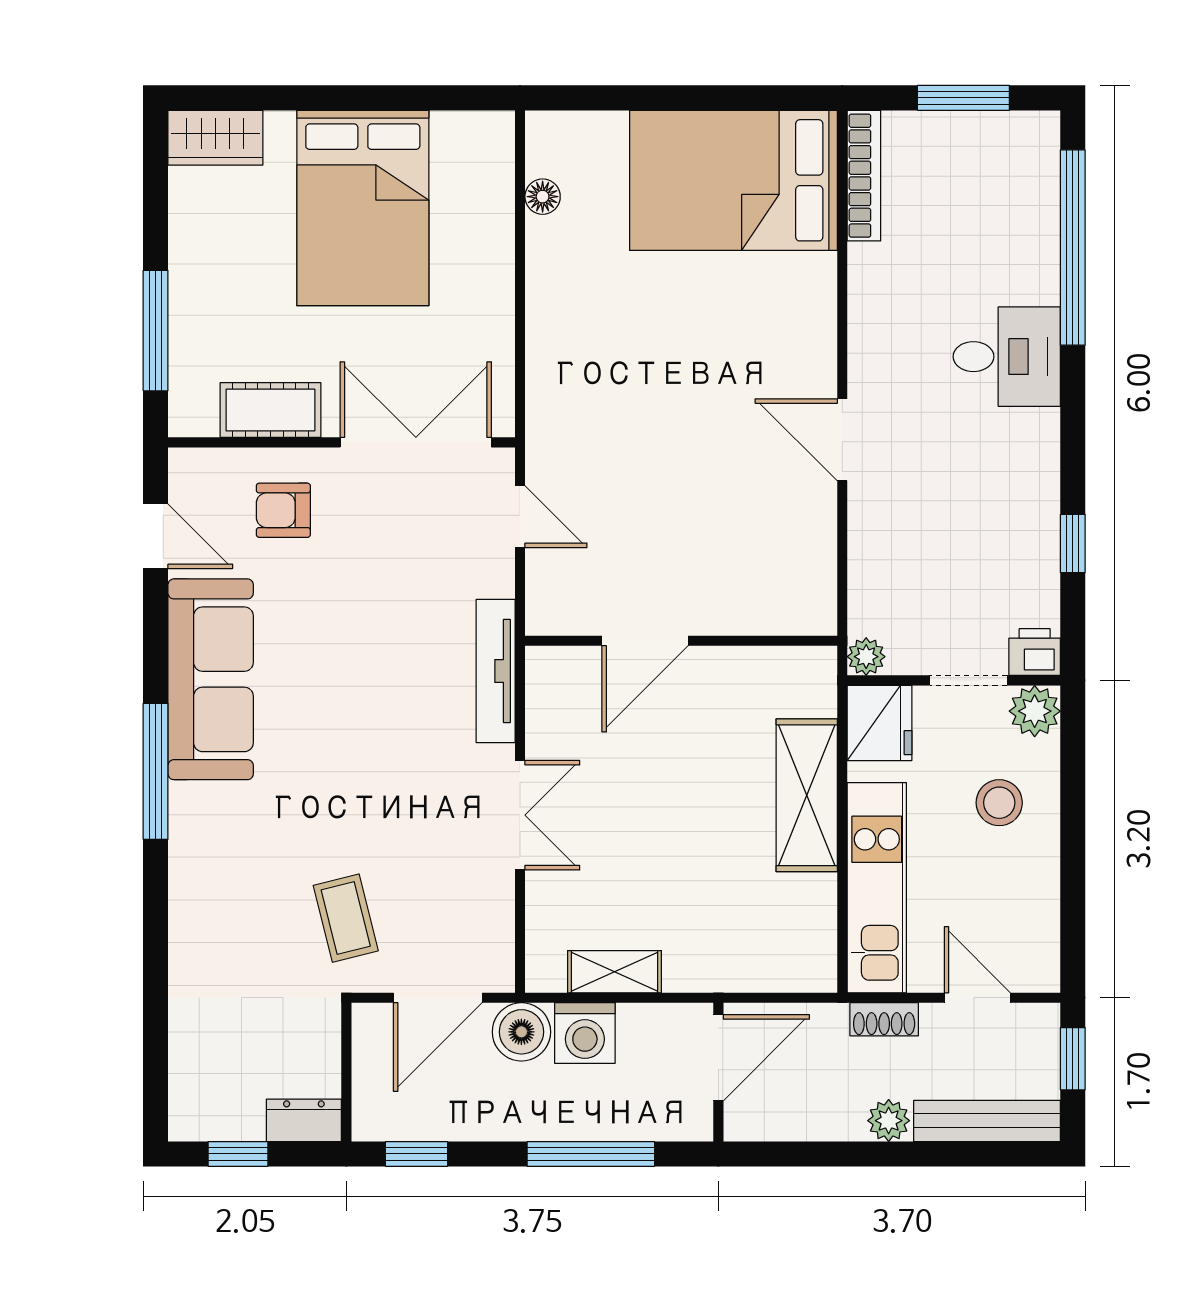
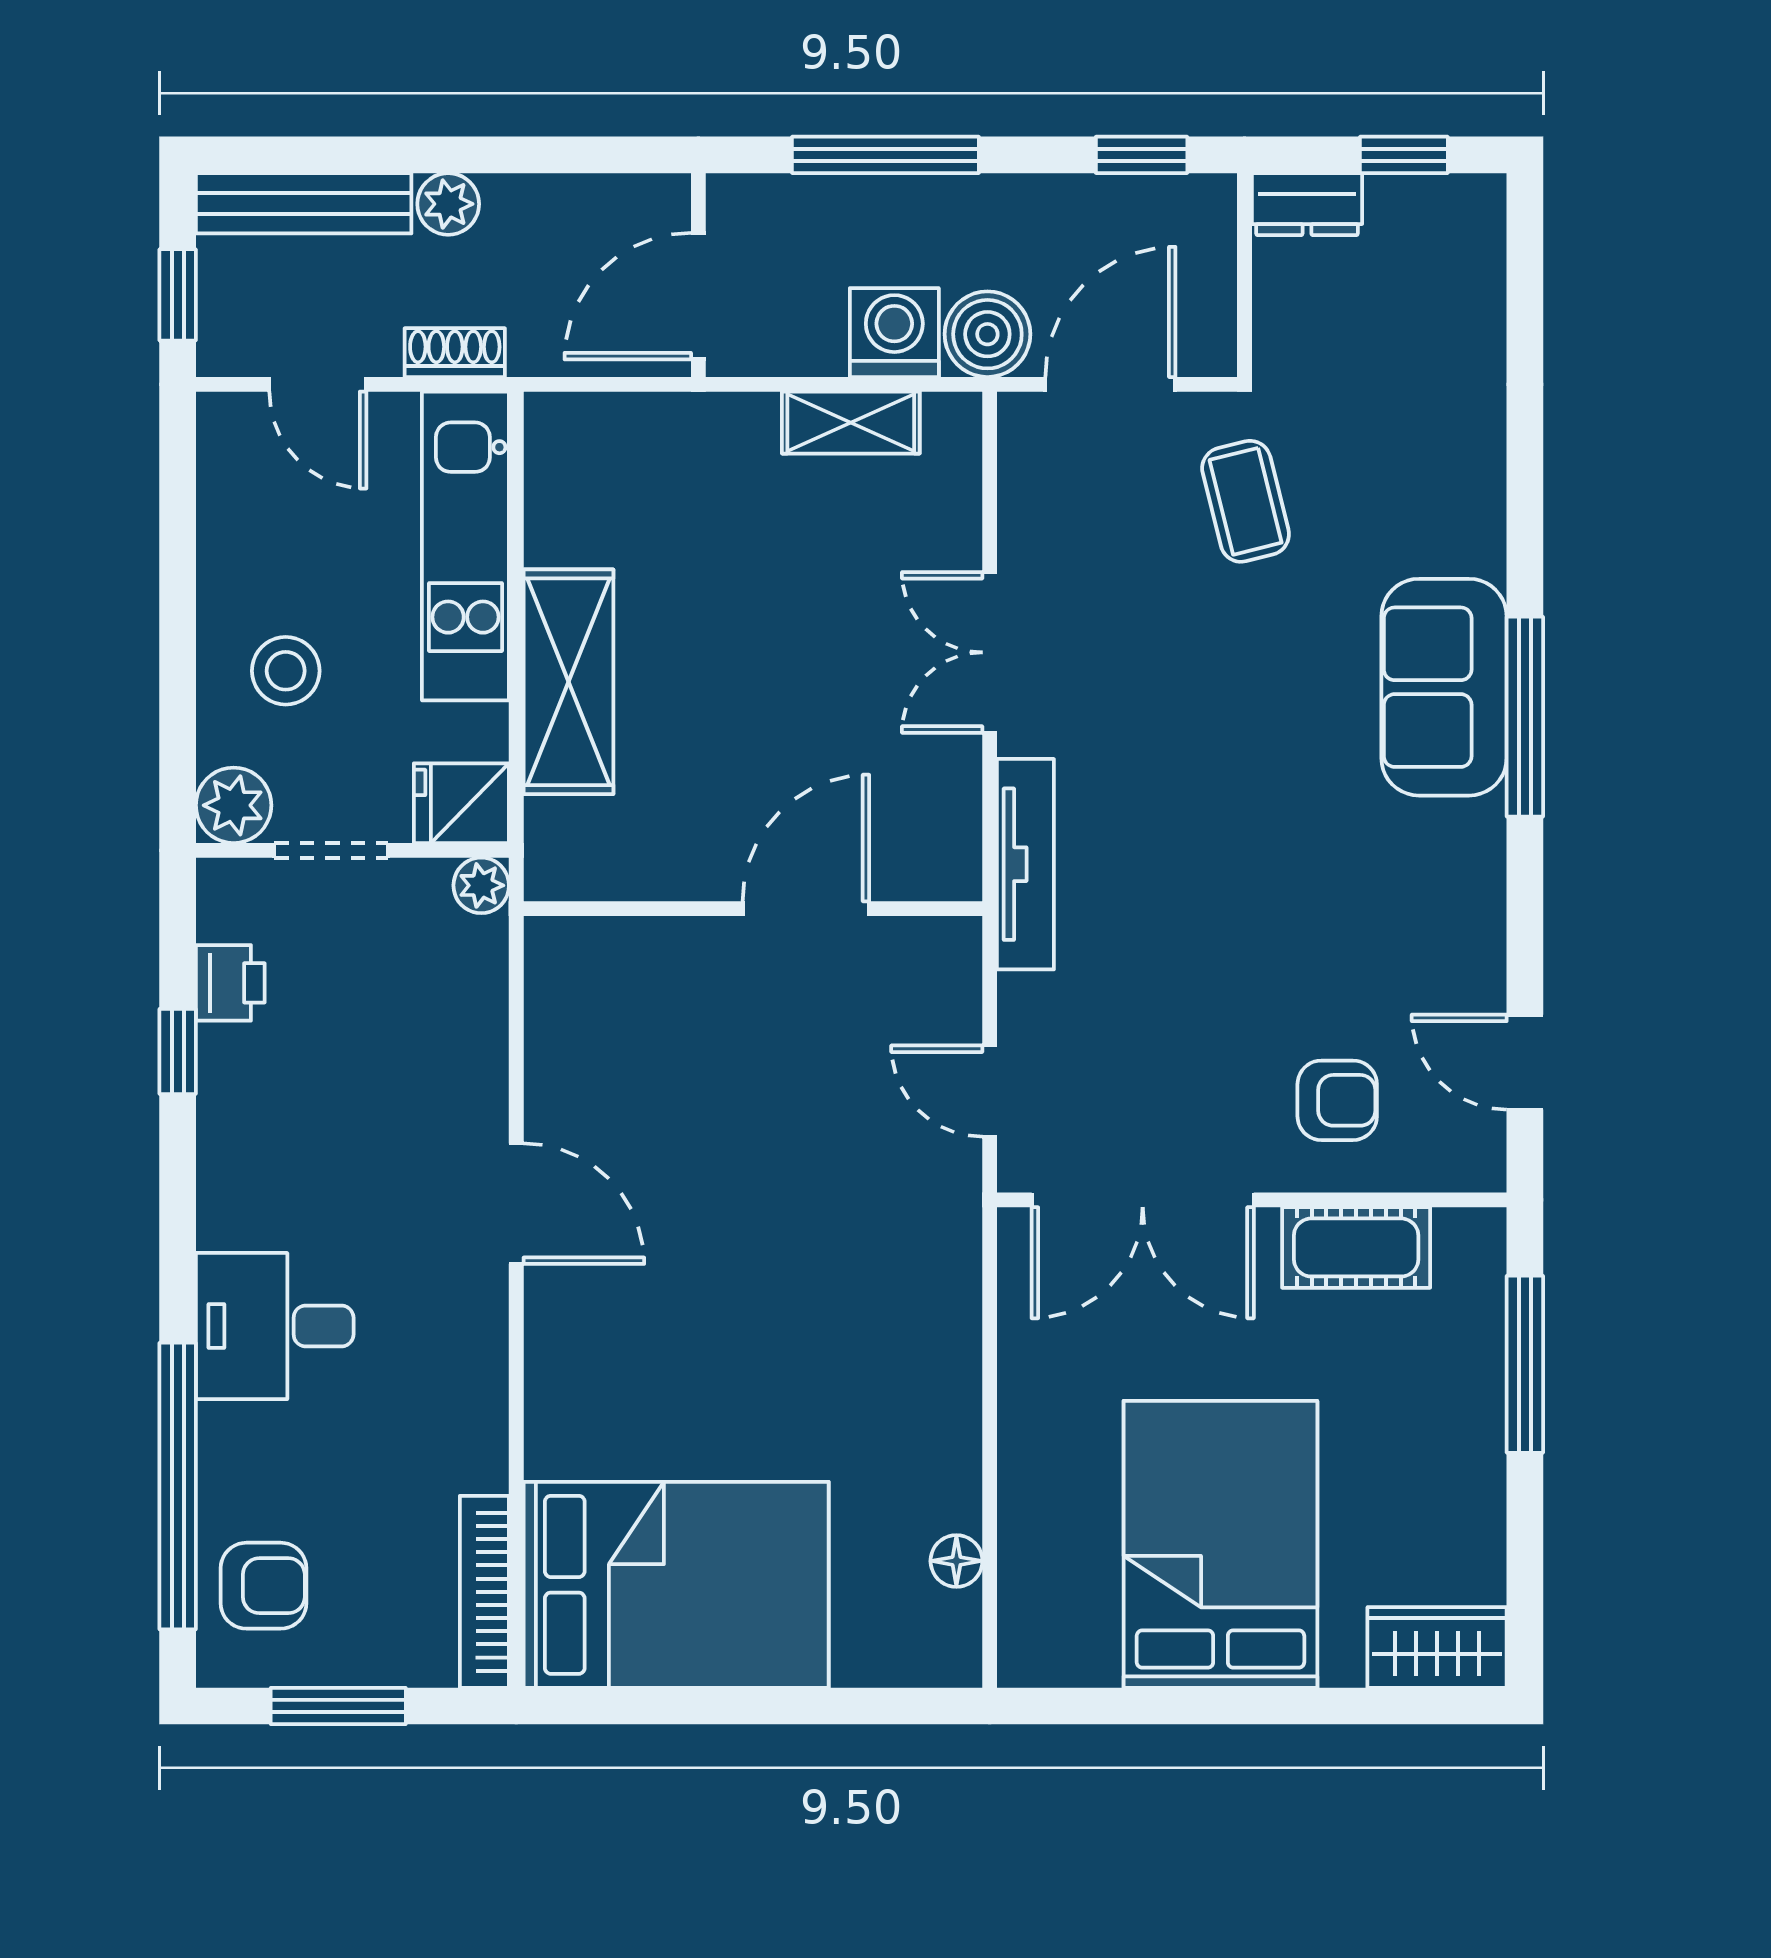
armchair: (1014, 180) -> (263, 1586), added
printer: (1035, 652) -> (230, 983), moved, turned -90
sofa: (211, 679) -> (1444, 687), moved, width x0.73
fridge: (880, 723) -> (461, 803), width x0.72

